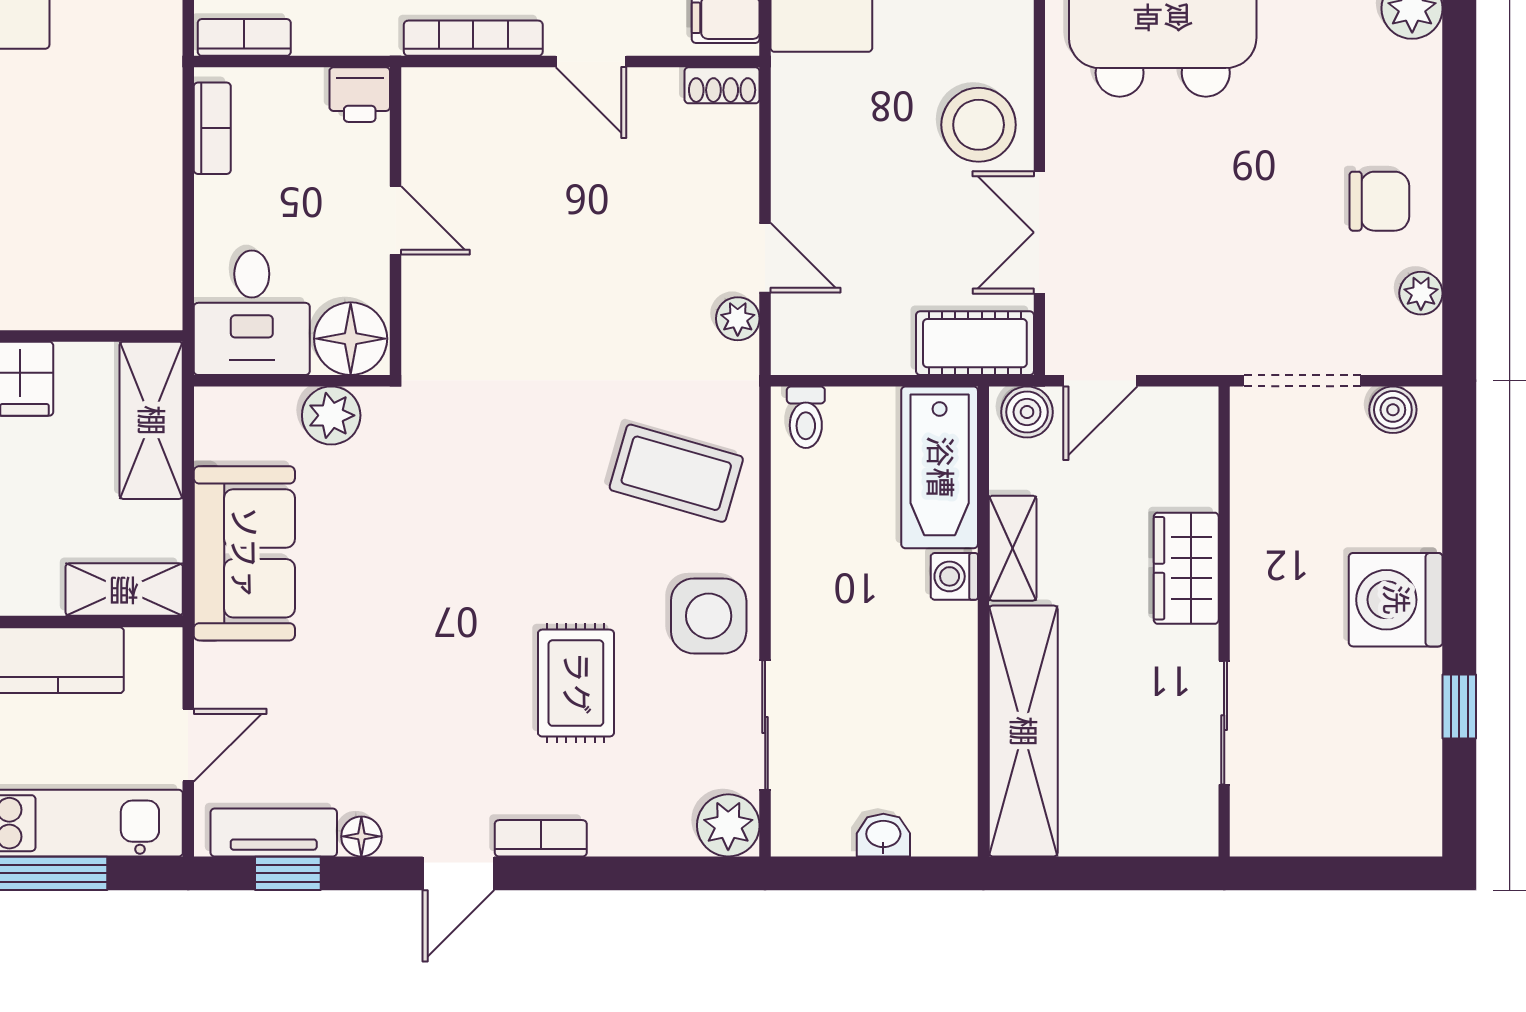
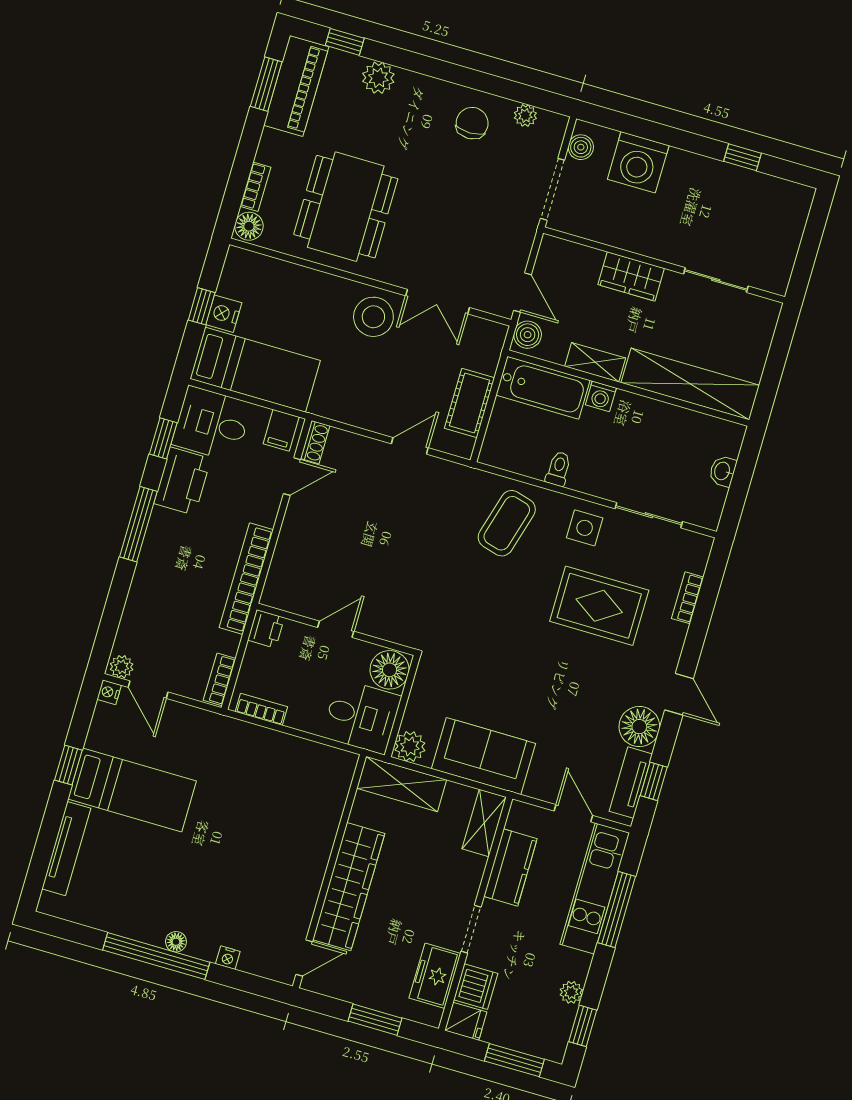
bookcase: (473, 38) -> (246, 579), width x1.48, depth x1.31
door: (591, 62) -> (292, 477), moved
plant: (738, 319) -> (437, 469), removed
cot: (975, 343) -> (470, 403), moved
plant: (331, 415) -> (410, 746), moved
toilet: (806, 417) -> (558, 469), moved, turned -90
washing machine: (1396, 600) -> (638, 162), moved
side table: (709, 616) -> (585, 528), width x0.73, depth x0.73
rug: (576, 683) -> (599, 606), width x1.36, depth x1.43
plant: (728, 825) -> (695, 549), removed
floor lamp: (361, 836) -> (639, 727), width x1.89, depth x1.89
bookcase: (541, 838) -> (688, 598), moved

